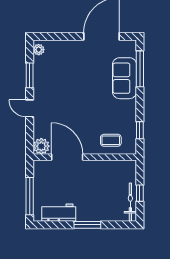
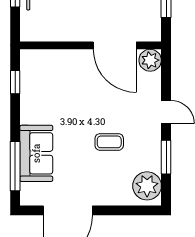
plant: (39, 50) -> (147, 186), width x1.88, depth x1.88
coffee table: (111, 140) -> (109, 142), moved

